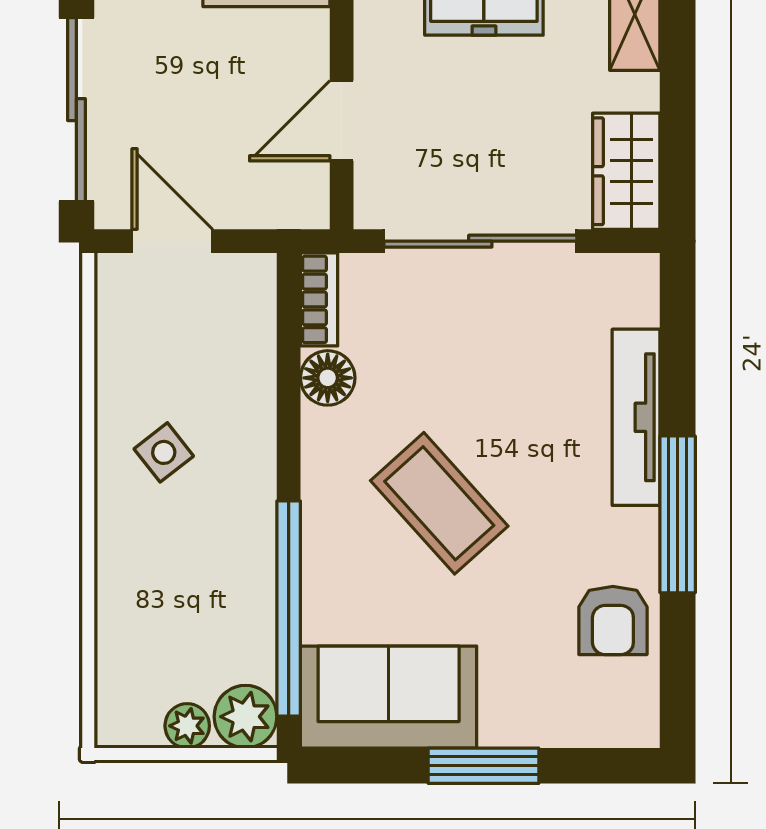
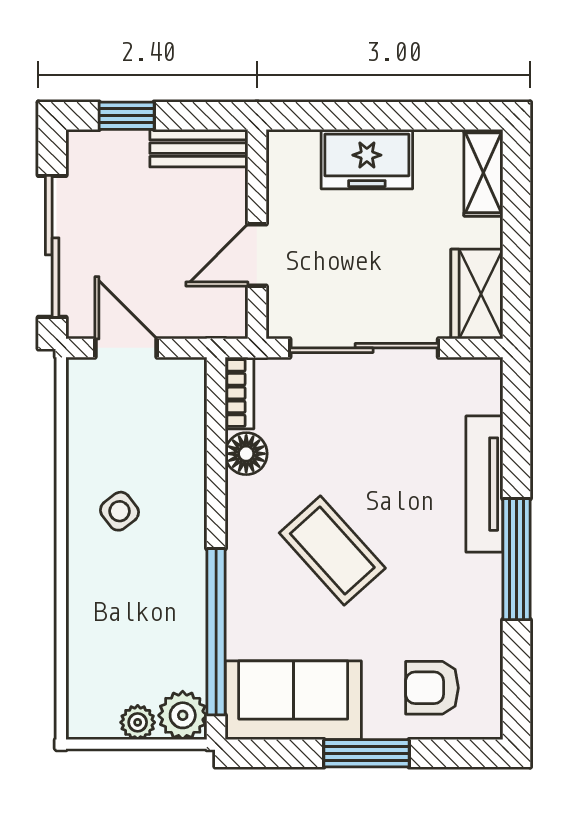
armchair: (613, 620) -> (432, 688), moved, turned 90

